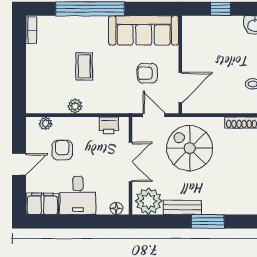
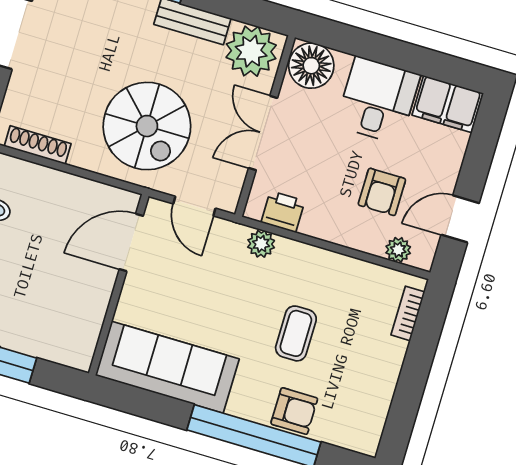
bookcase: (31, 30) -> (408, 313), moved
armchair: (147, 73) -> (294, 411), moved
plant: (75, 106) -> (261, 244), moved
door: (19, 164) -> (460, 219), moved
floor lamp: (116, 208) -> (311, 66), width x1.89, depth x1.89

